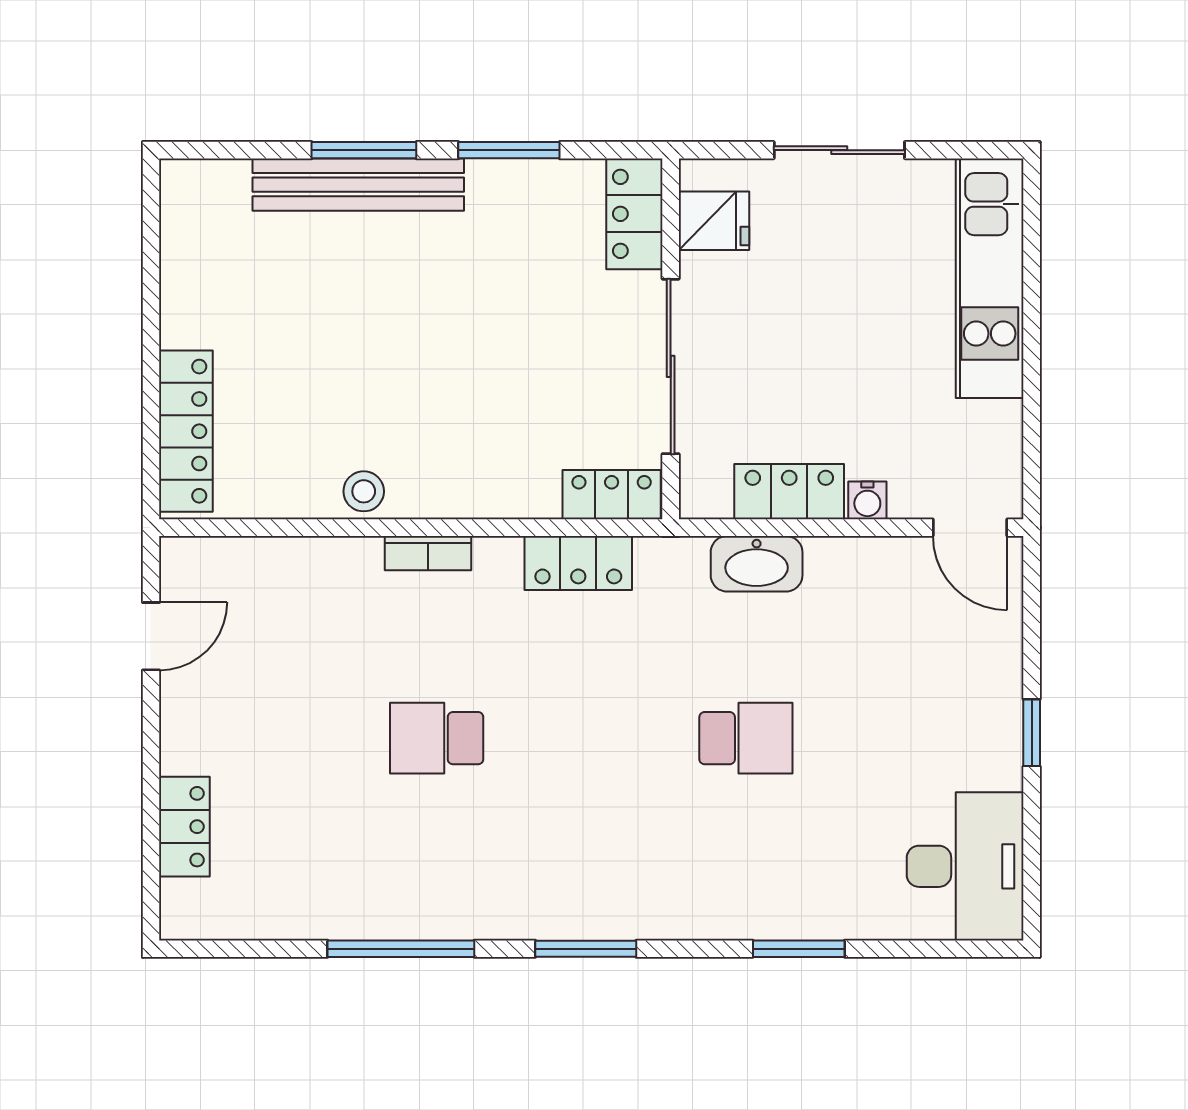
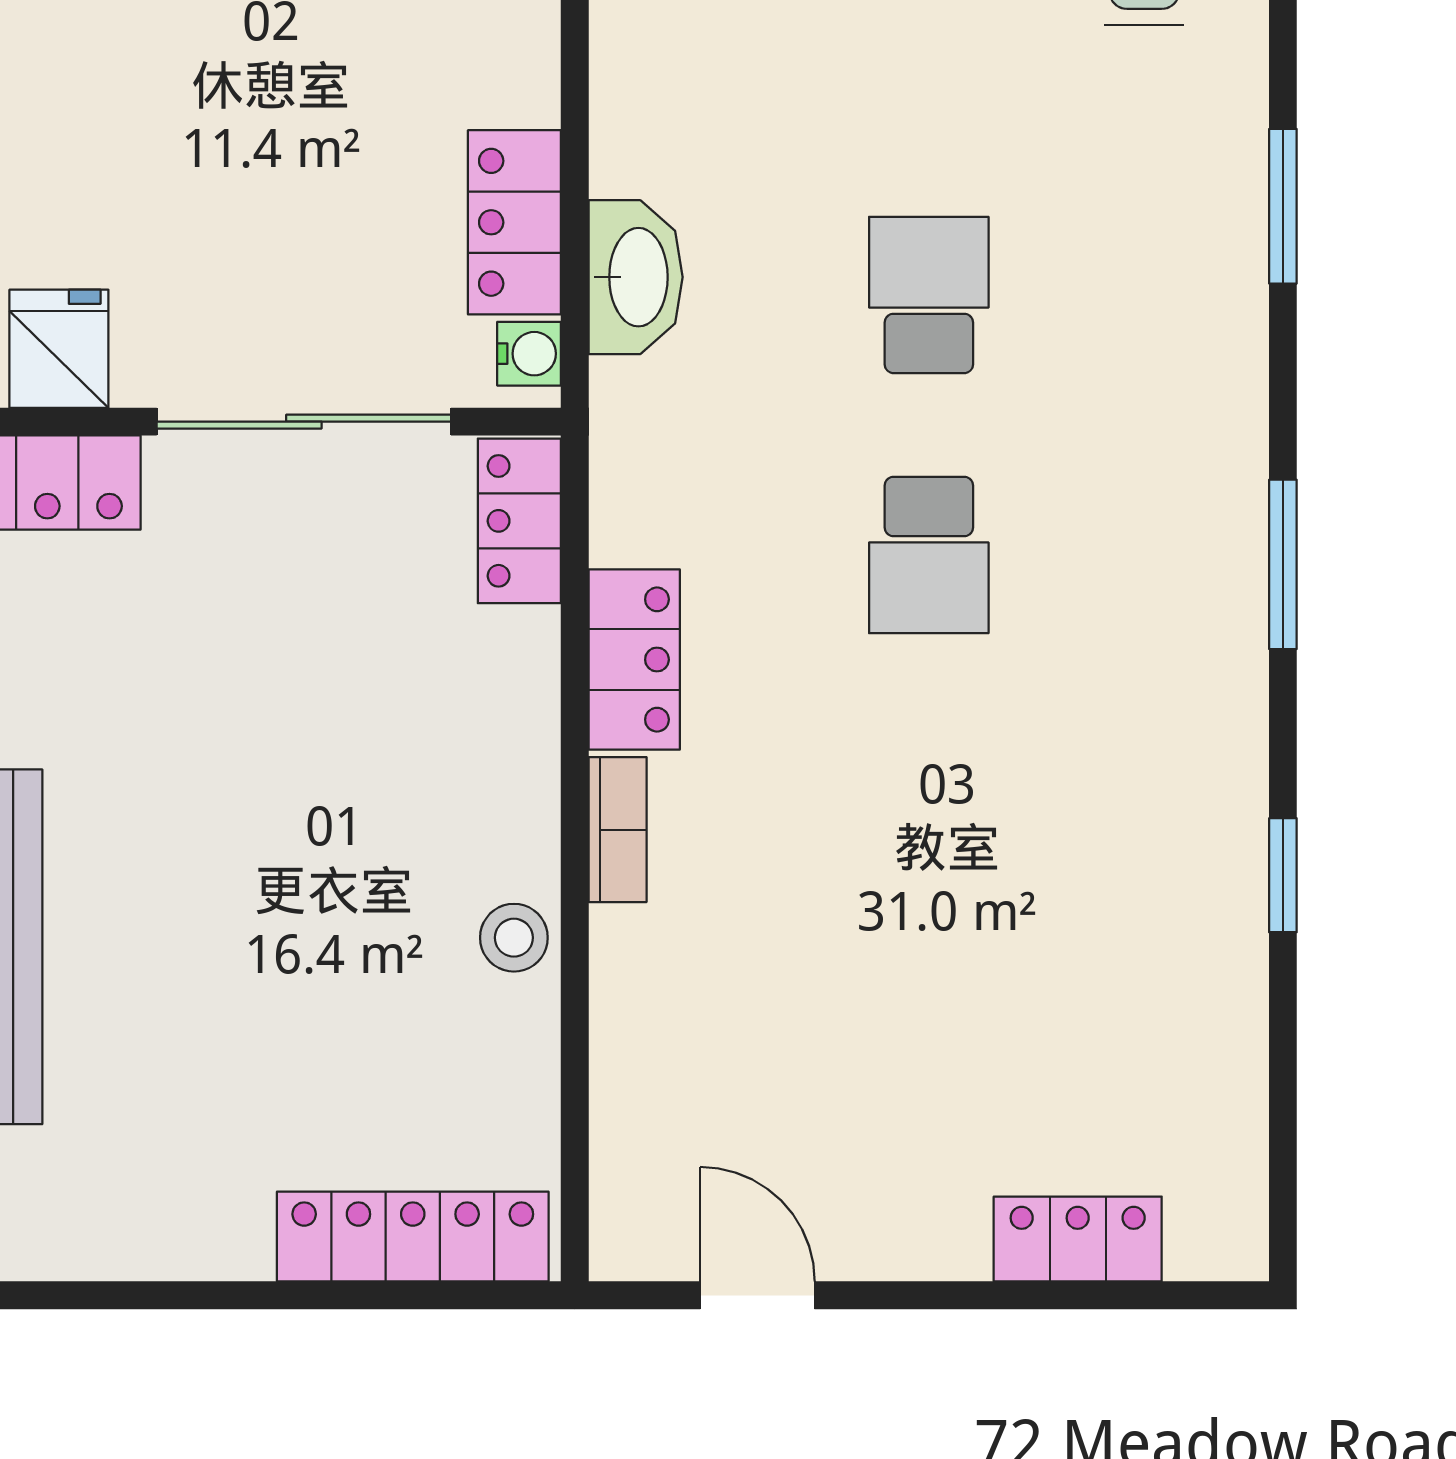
water cooler: (867, 500) -> (529, 354), moved
locker: (578, 563) -> (634, 660), moved
school desk: (437, 738) -> (929, 555), moved
window: (401, 949) -> (1283, 875), width x0.46

